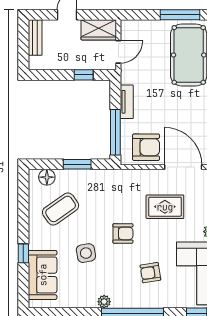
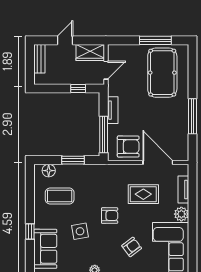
coffee table: (61, 209) -> (60, 196), turned 35
armchair: (150, 273) -> (132, 247), turned 152

